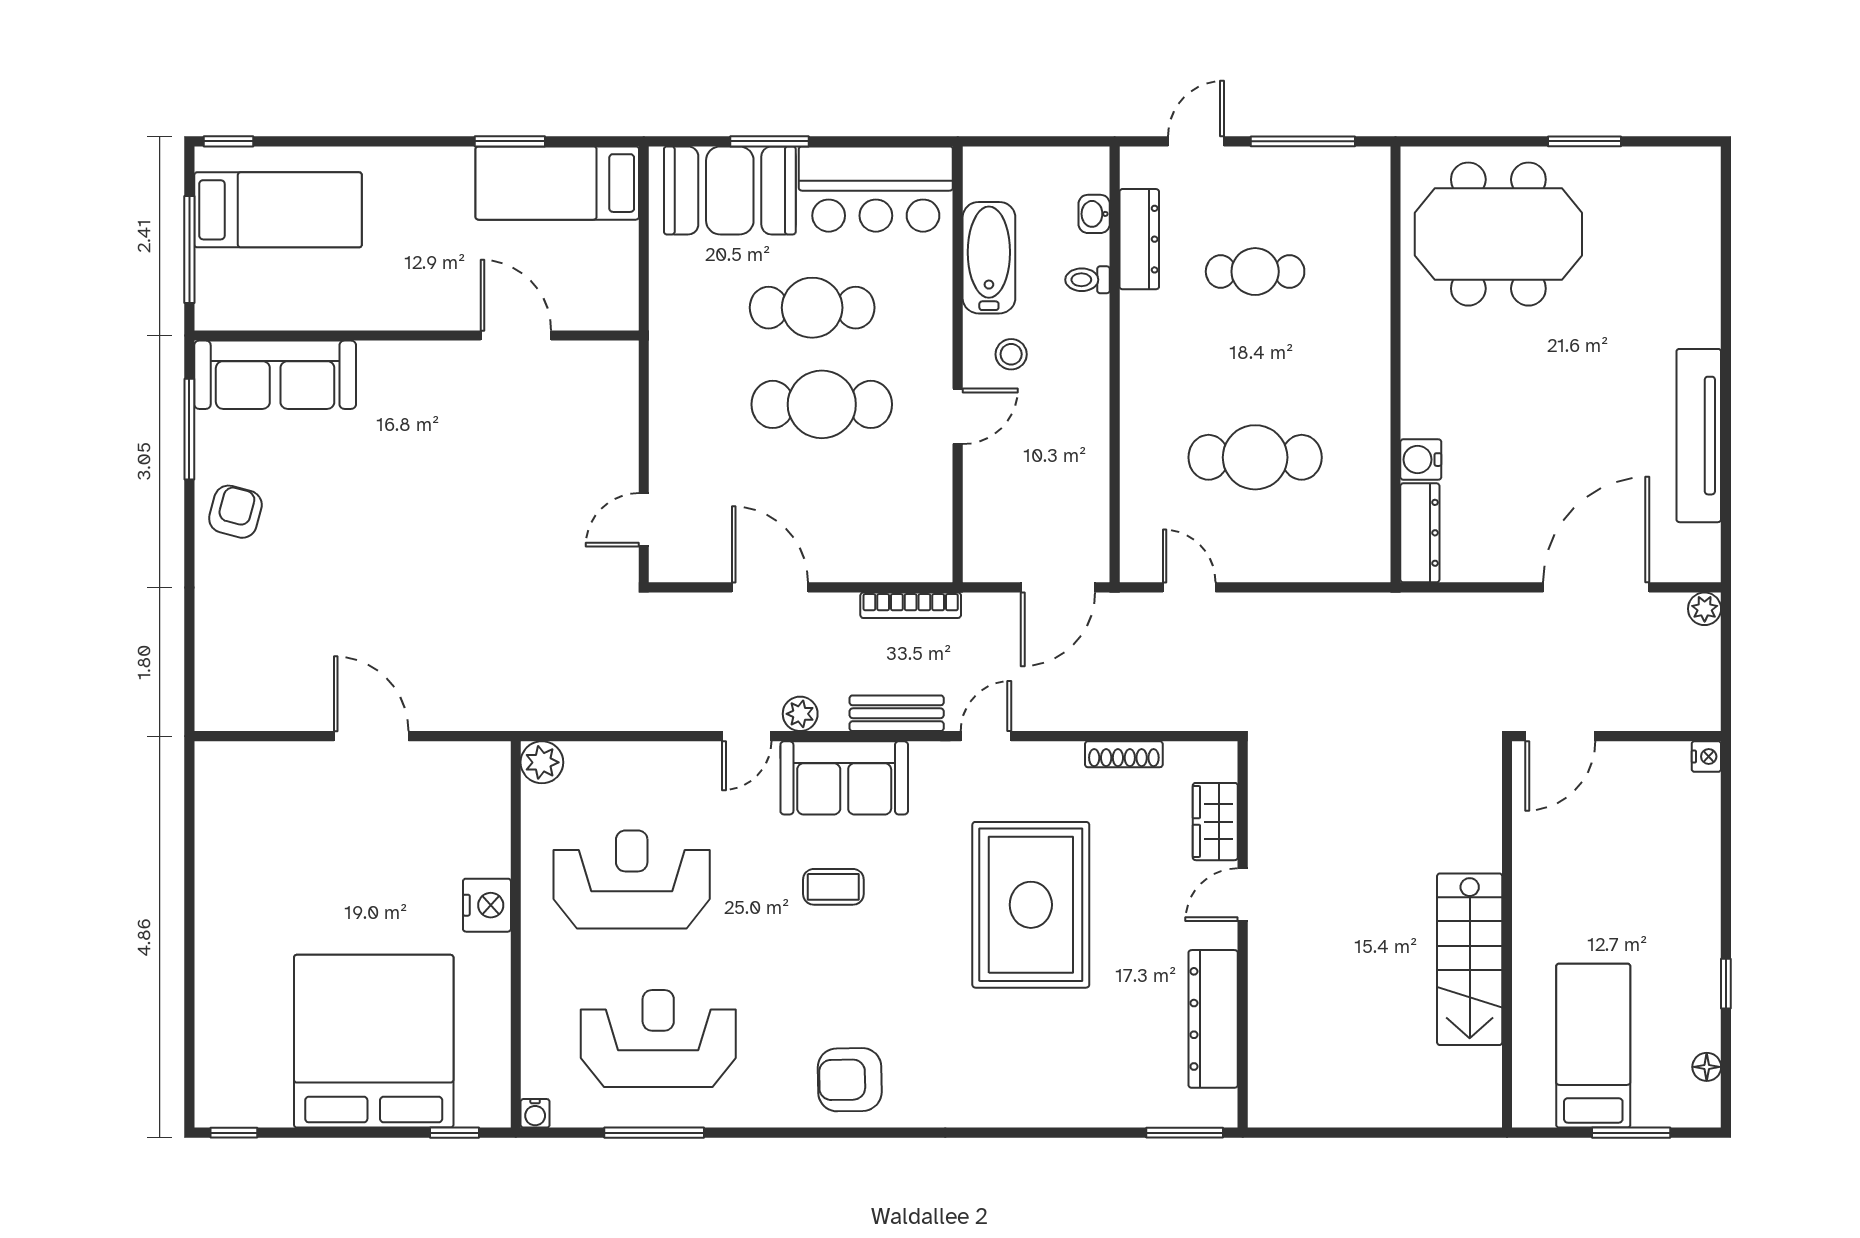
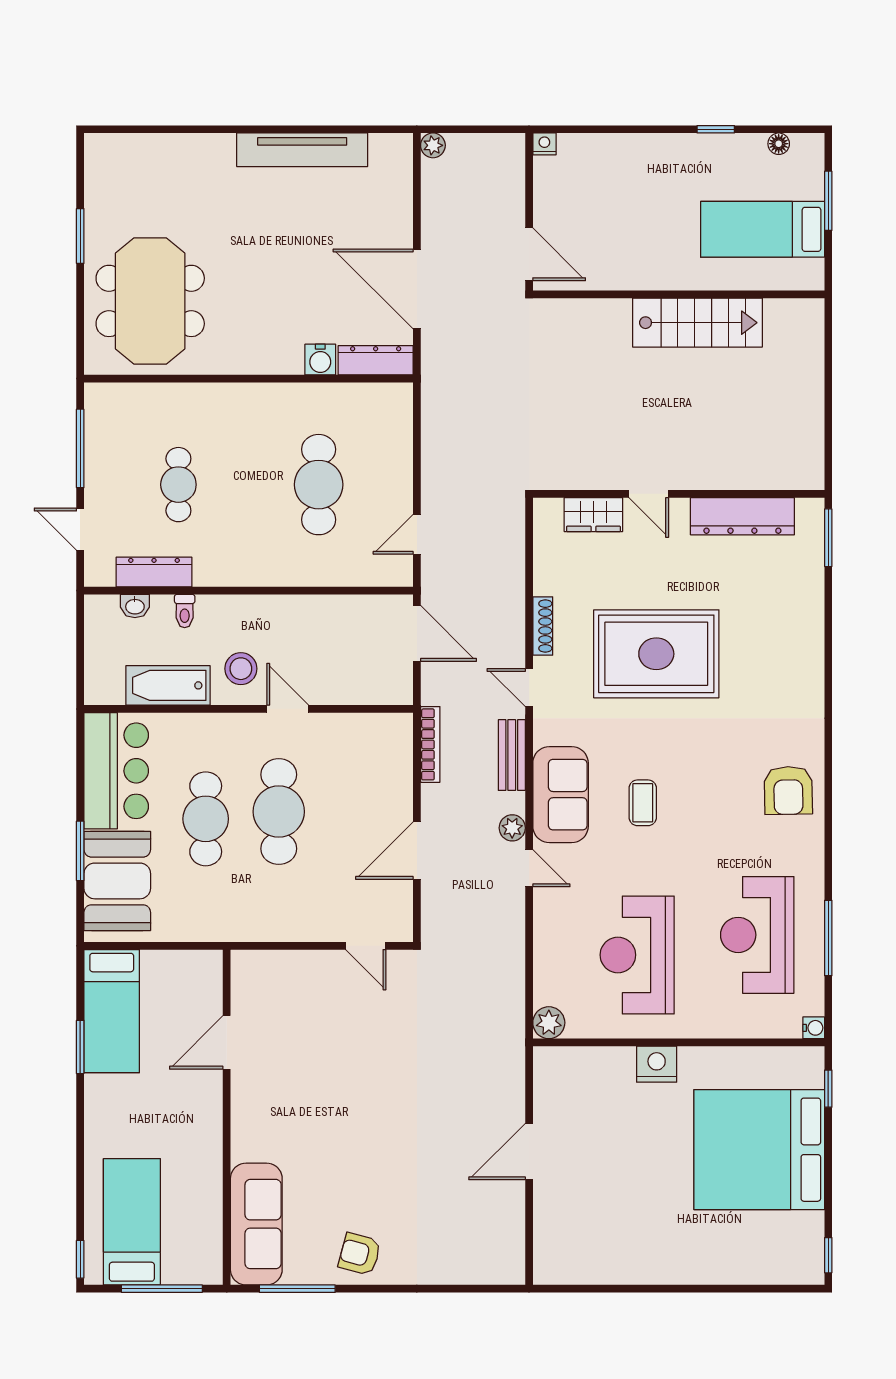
stool: (1011, 354) -> (241, 669), width x1.37, depth x1.37
door: (1596, 587) -> (417, 289), moved
shoe rack: (1124, 754) -> (543, 626), moved

